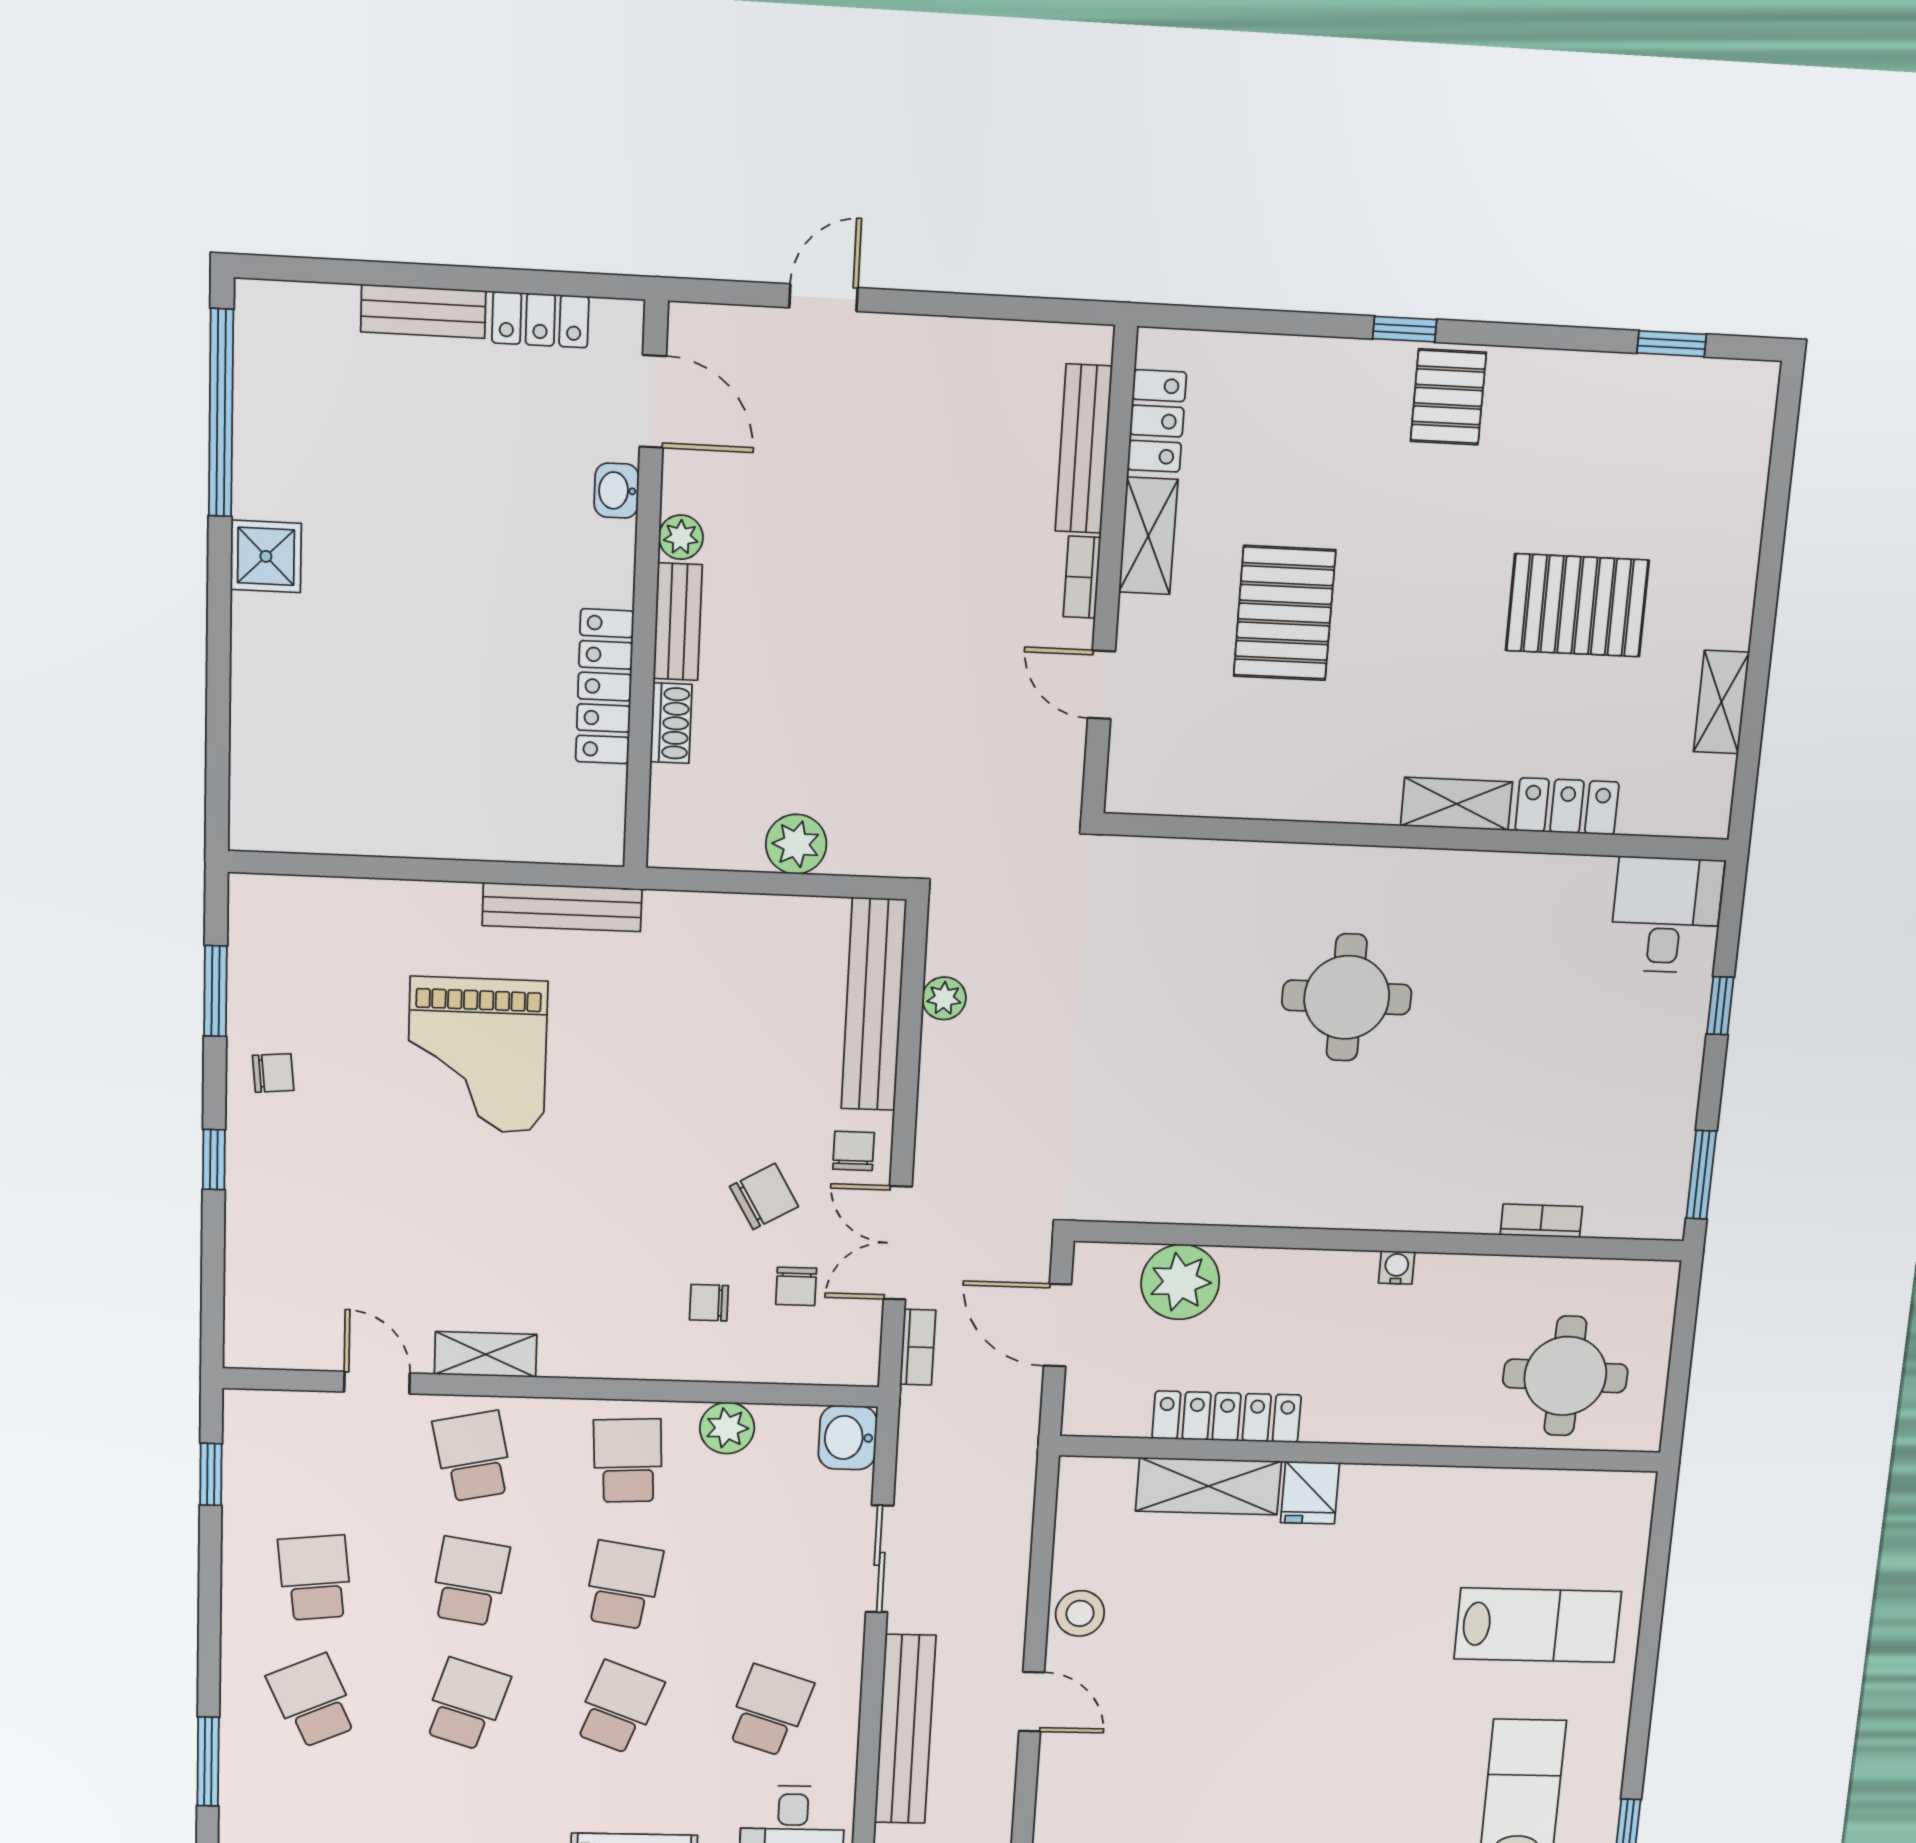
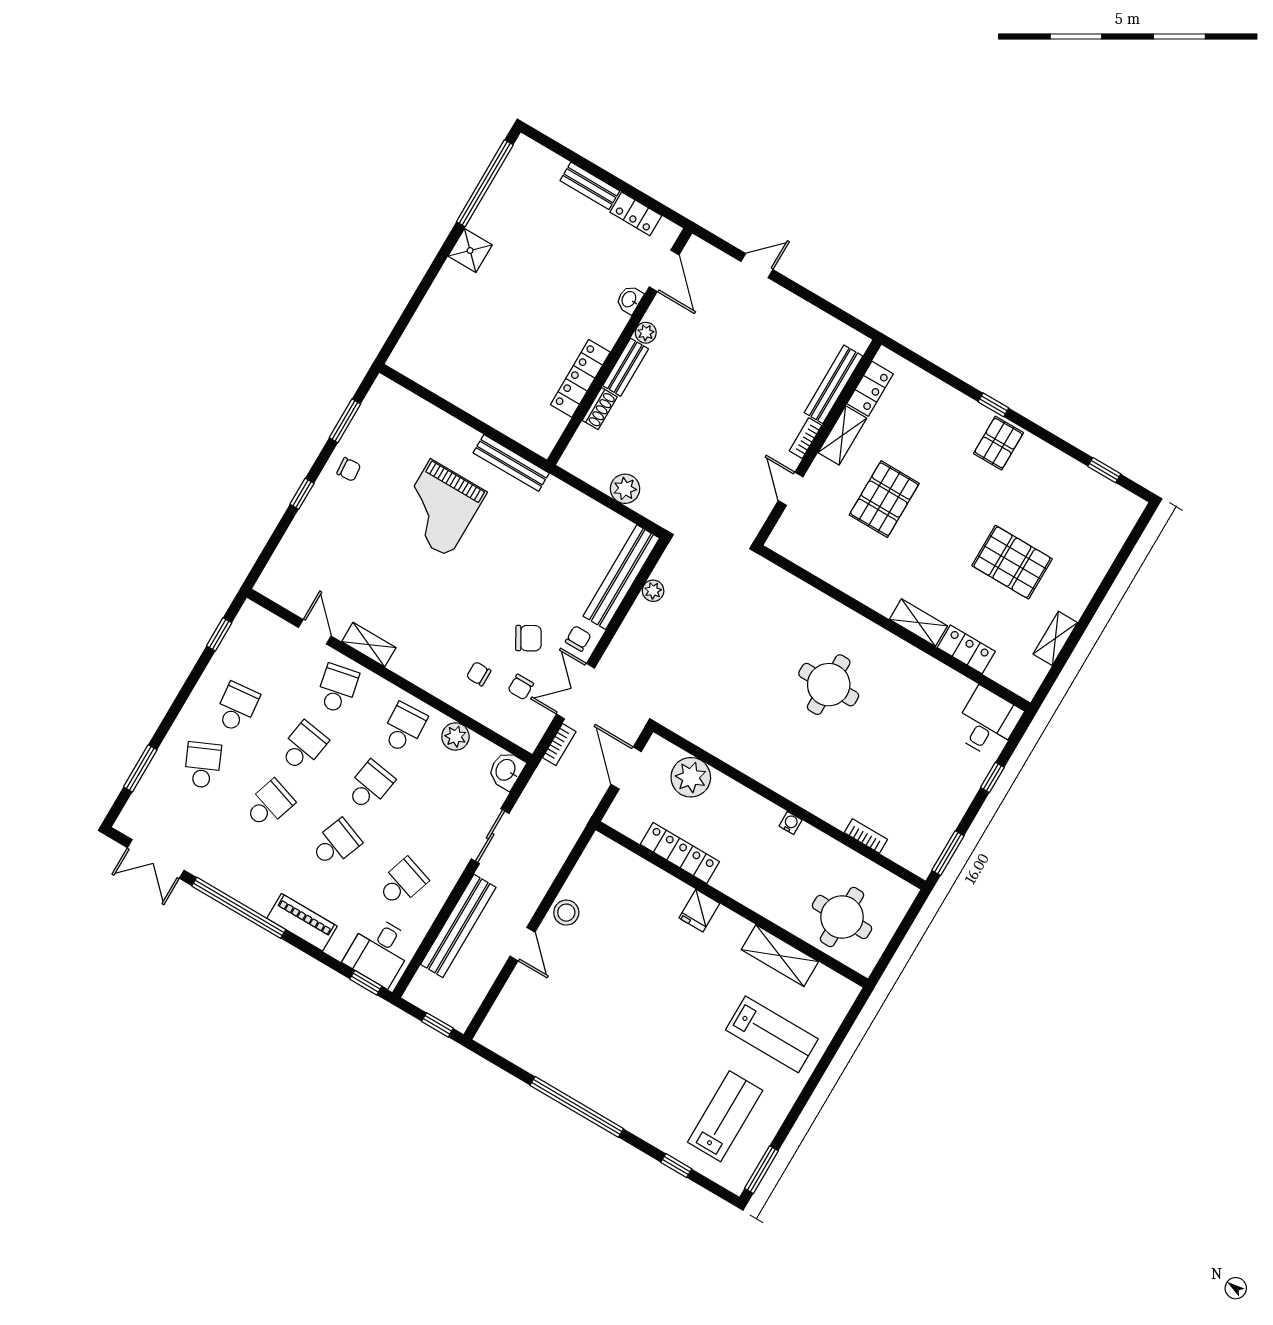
shelving: (1208, 1486) -> (780, 956), moved

